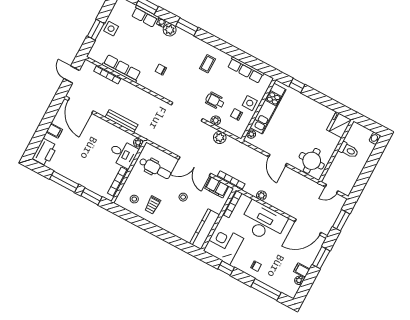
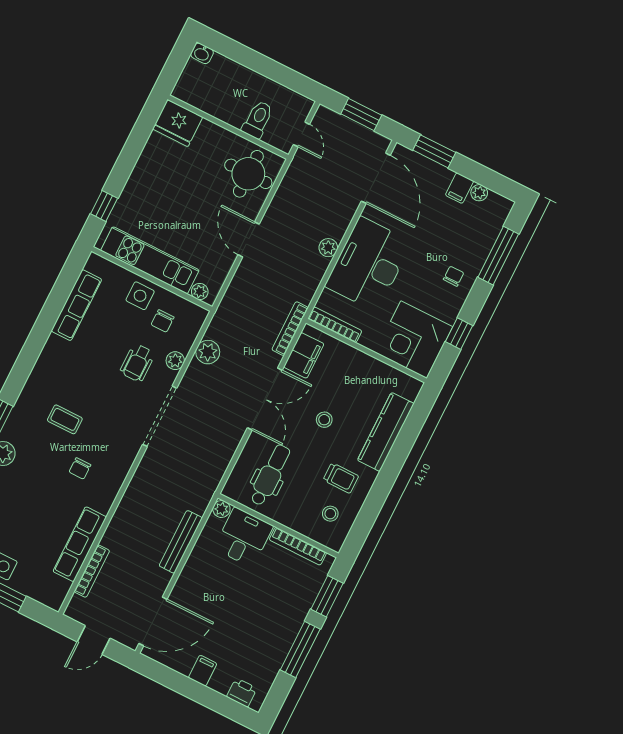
coffee table: (207, 64) -> (65, 419), moved
toilet: (348, 150) -> (258, 119), moved
printer: (45, 152) -> (242, 693), width x0.53, depth x0.68
door: (278, 160) -> (249, 239), swing flipped
plant: (261, 196) -> (328, 248), moved
kitchen counter: (205, 229) -> (386, 432), moved, turned 90

